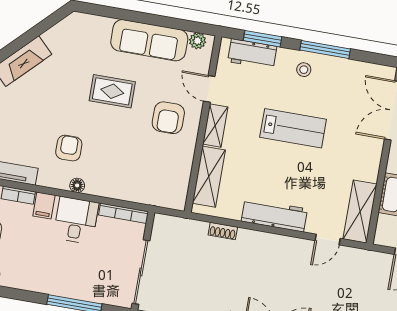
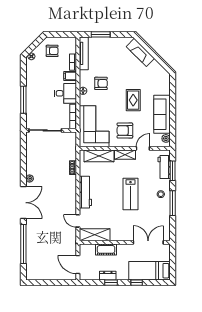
corner sofa: (150, 176) -> (94, 126), added

